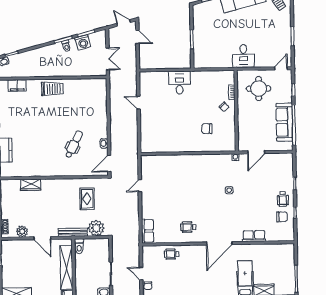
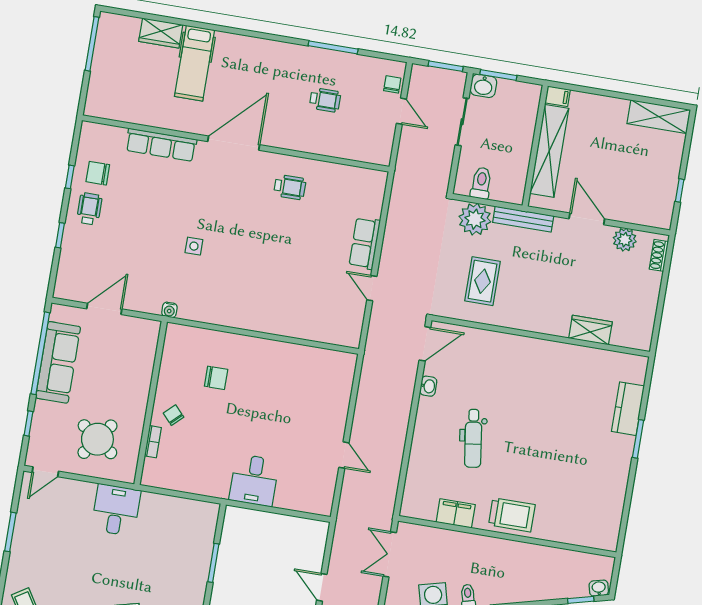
filing cabinet: (17, 85) -> (456, 513), moved
trolley: (52, 89) -> (512, 515), turned 180
round table: (259, 89) -> (97, 439), turned 36
dental chair: (74, 144) -> (473, 438), moved, turned -35
door: (256, 152) -> (104, 309), moved
door: (140, 186) -> (372, 288), swing flipped
row of seats: (148, 231) -> (365, 243), moved
row of seats: (254, 236) -> (161, 145), width x1.48
toilet: (79, 246) -> (481, 183), moved
wheelchair: (172, 254) -> (325, 100), moved

